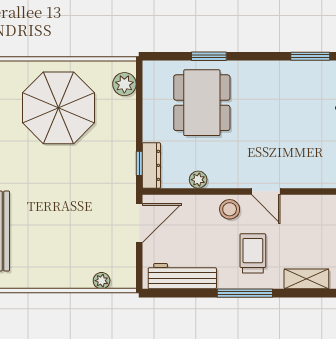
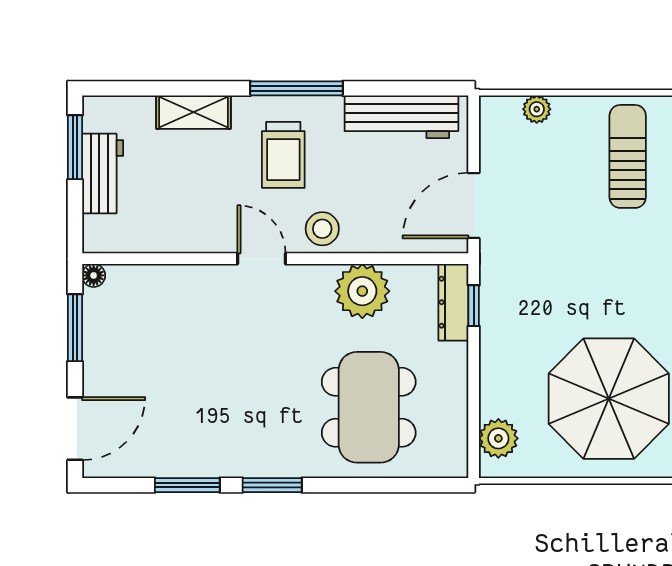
window: (209, 56) -> (272, 485), moved
plant: (198, 180) -> (362, 291), width x1.87, depth x1.87
sun lounger: (47, 252) -> (628, 156), added

